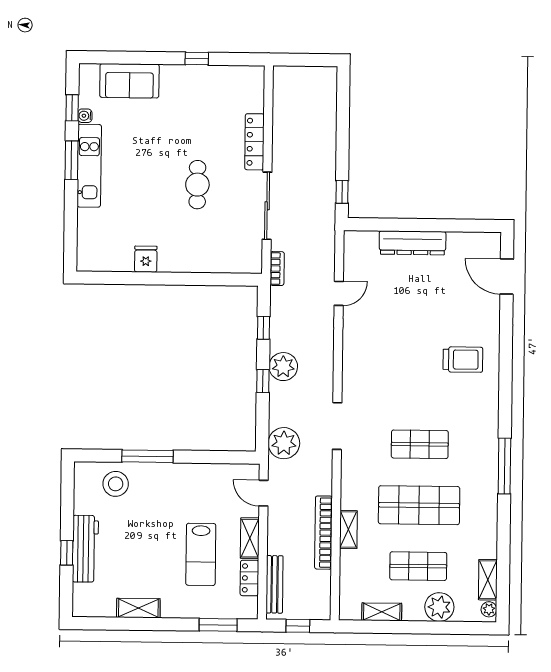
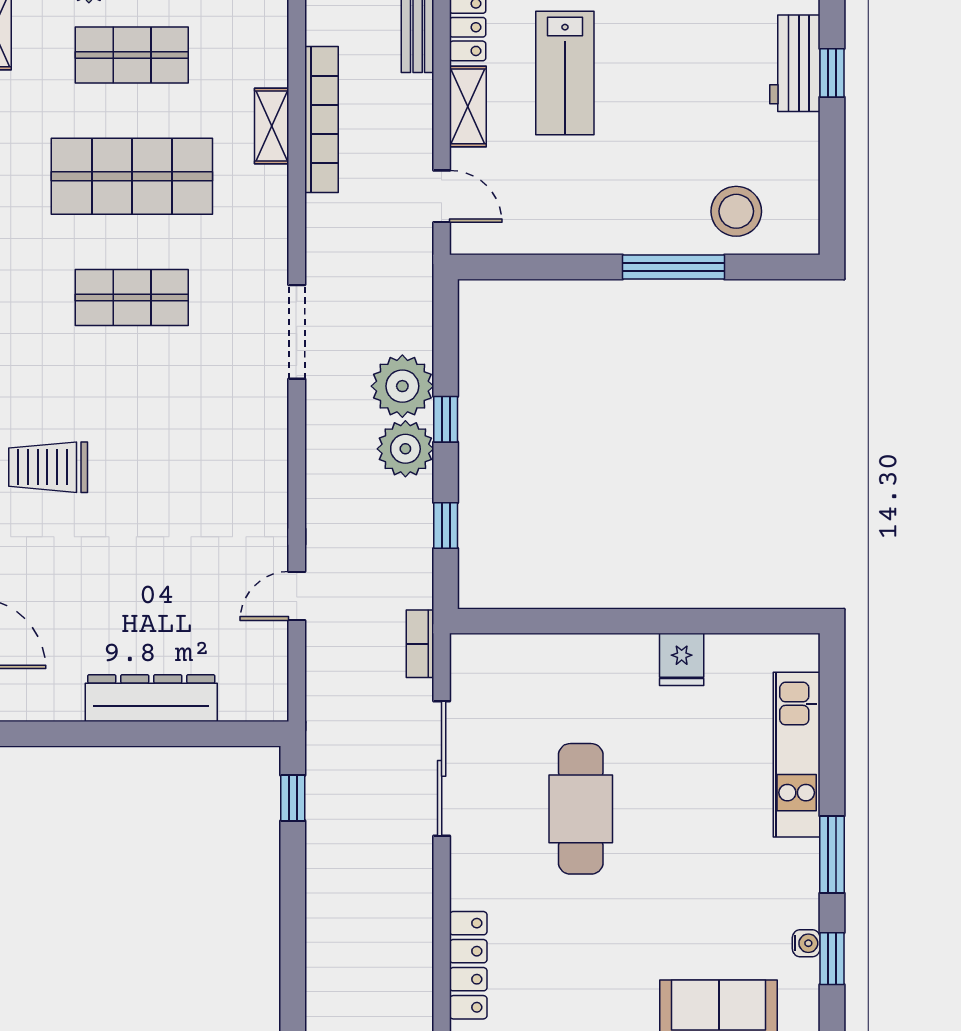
locker: (254, 142) -> (468, 965), moved
kitchen unit: (89, 166) -> (797, 755), moved
cafe table: (197, 185) -> (581, 809), width x1.37, depth x1.35
plant: (284, 443) -> (402, 386), moved
workbench: (85, 549) -> (795, 63), width x0.73
lab bench: (201, 554) -> (565, 73), turned 180

